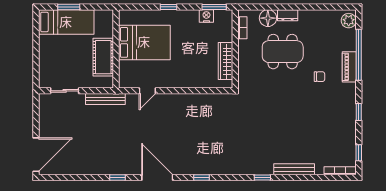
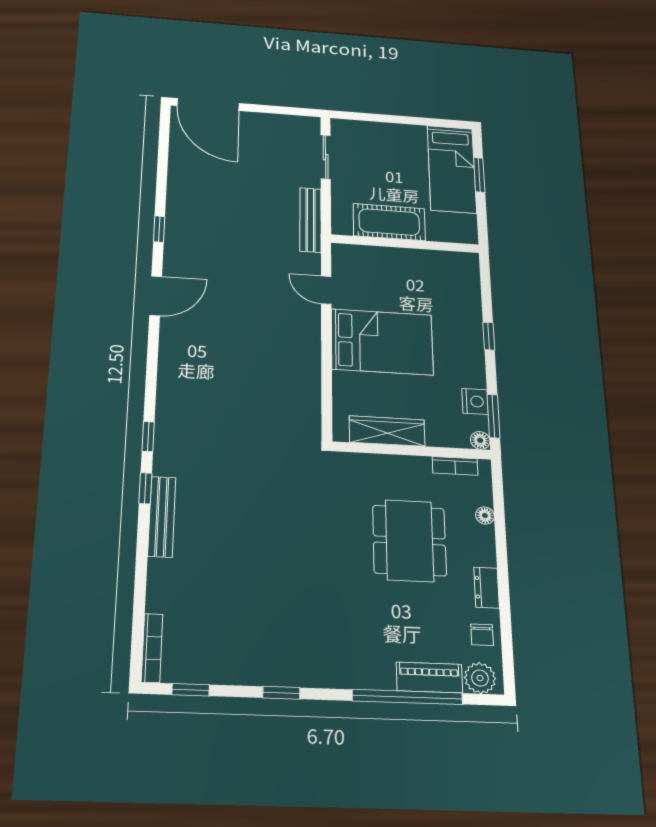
floor lamp: (228, 14) -> (480, 440), added
dresser: (288, 15) -> (487, 588), moved
floor lamp: (268, 18) -> (485, 516), width x0.53, depth x0.53
bed: (144, 42) -> (382, 342), moved, turned -90
piano: (349, 67) -> (429, 678), moved
chair: (320, 77) -> (482, 635), moved
bench: (294, 169) -> (162, 517), moved
door: (157, 177) -> (156, 296), width x0.73
window: (201, 177) -> (148, 437), moved

